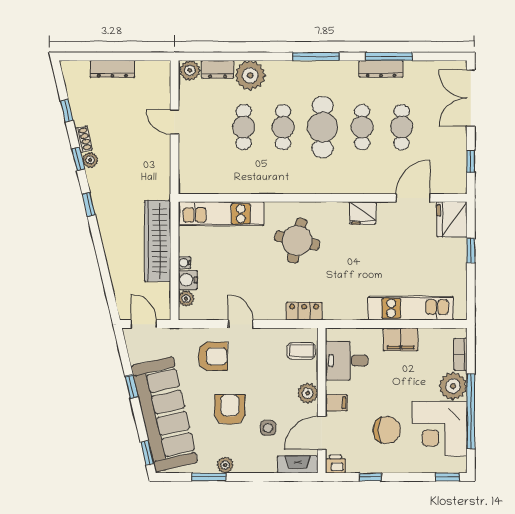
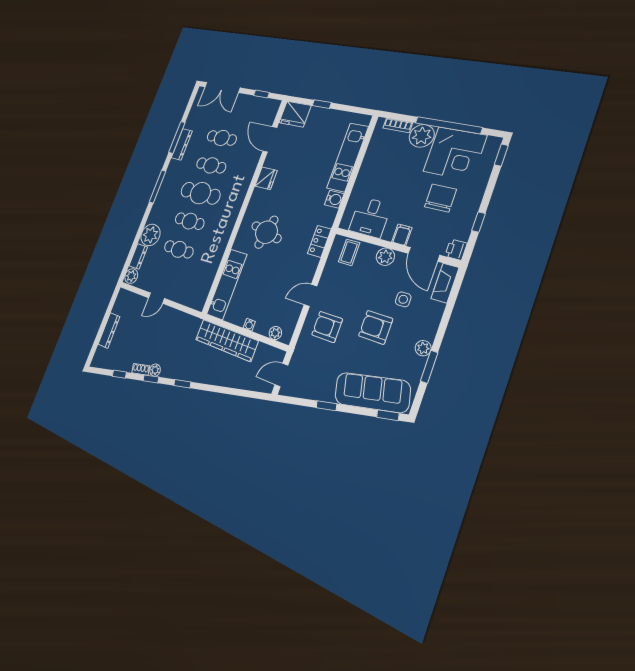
water cooler: (188, 280) -> (334, 199), moved, turned -90
filing cabinet: (401, 339) -> (369, 170), removed
armchair: (213, 356) -> (327, 327), turned -90
sofa: (164, 414) -> (372, 392), width x0.74, depth x0.79

